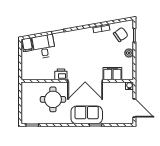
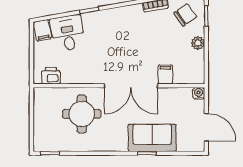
printer: (61, 74) -> (51, 76), moved
filing cabinet: (112, 74) -> (165, 74), width x0.50
sofa: (87, 115) -> (152, 138), moved

